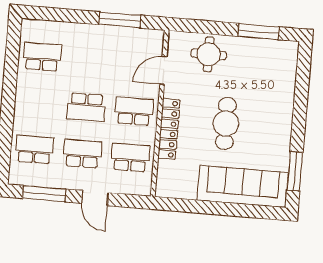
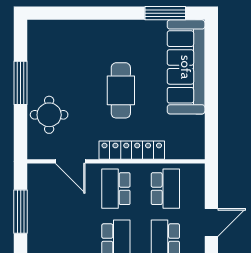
window: (259, 32) -> (21, 83), moved
cafe table: (226, 124) -> (121, 90), turned 90
school desk: (130, 158) -> (165, 189), turned 180

